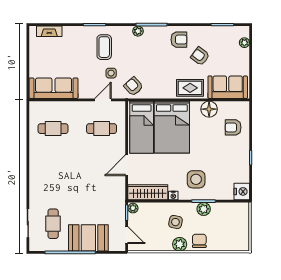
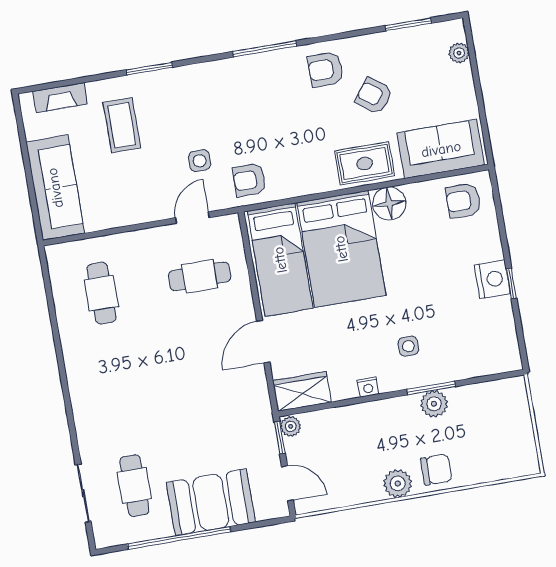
plant: (138, 31) -> (240, 66), removed
armchair: (179, 40) -> (325, 69), turned 180
coffee table: (104, 47) -> (122, 125), moved
armchair: (133, 86) -> (249, 180), turned -48
sofa: (54, 88) -> (55, 188), moved, turned 90
floor lamp: (209, 109) -> (389, 203), moved
armchair: (233, 127) -> (463, 201), moved
cafe table: (53, 129) -> (101, 293), turned 90
side table: (196, 179) -> (408, 346), width x0.54, depth x0.54
nightstand: (242, 191) -> (492, 279), moved
wardrobe: (148, 192) -> (302, 391), width x0.67
side table: (175, 222) -> (382, 440), removed
chair: (199, 241) -> (436, 470), turned 90

